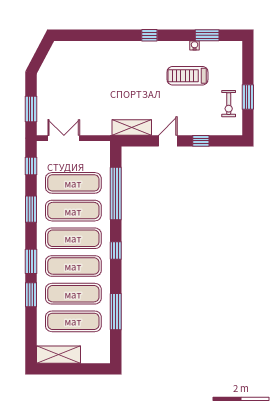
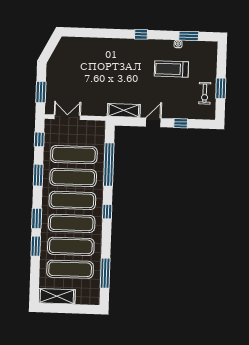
window: (116, 312) -> (105, 273), moved

